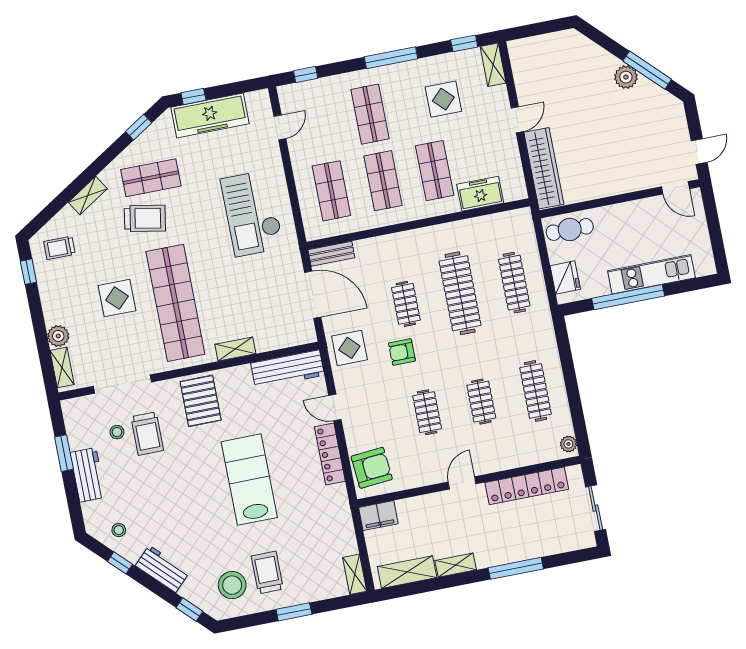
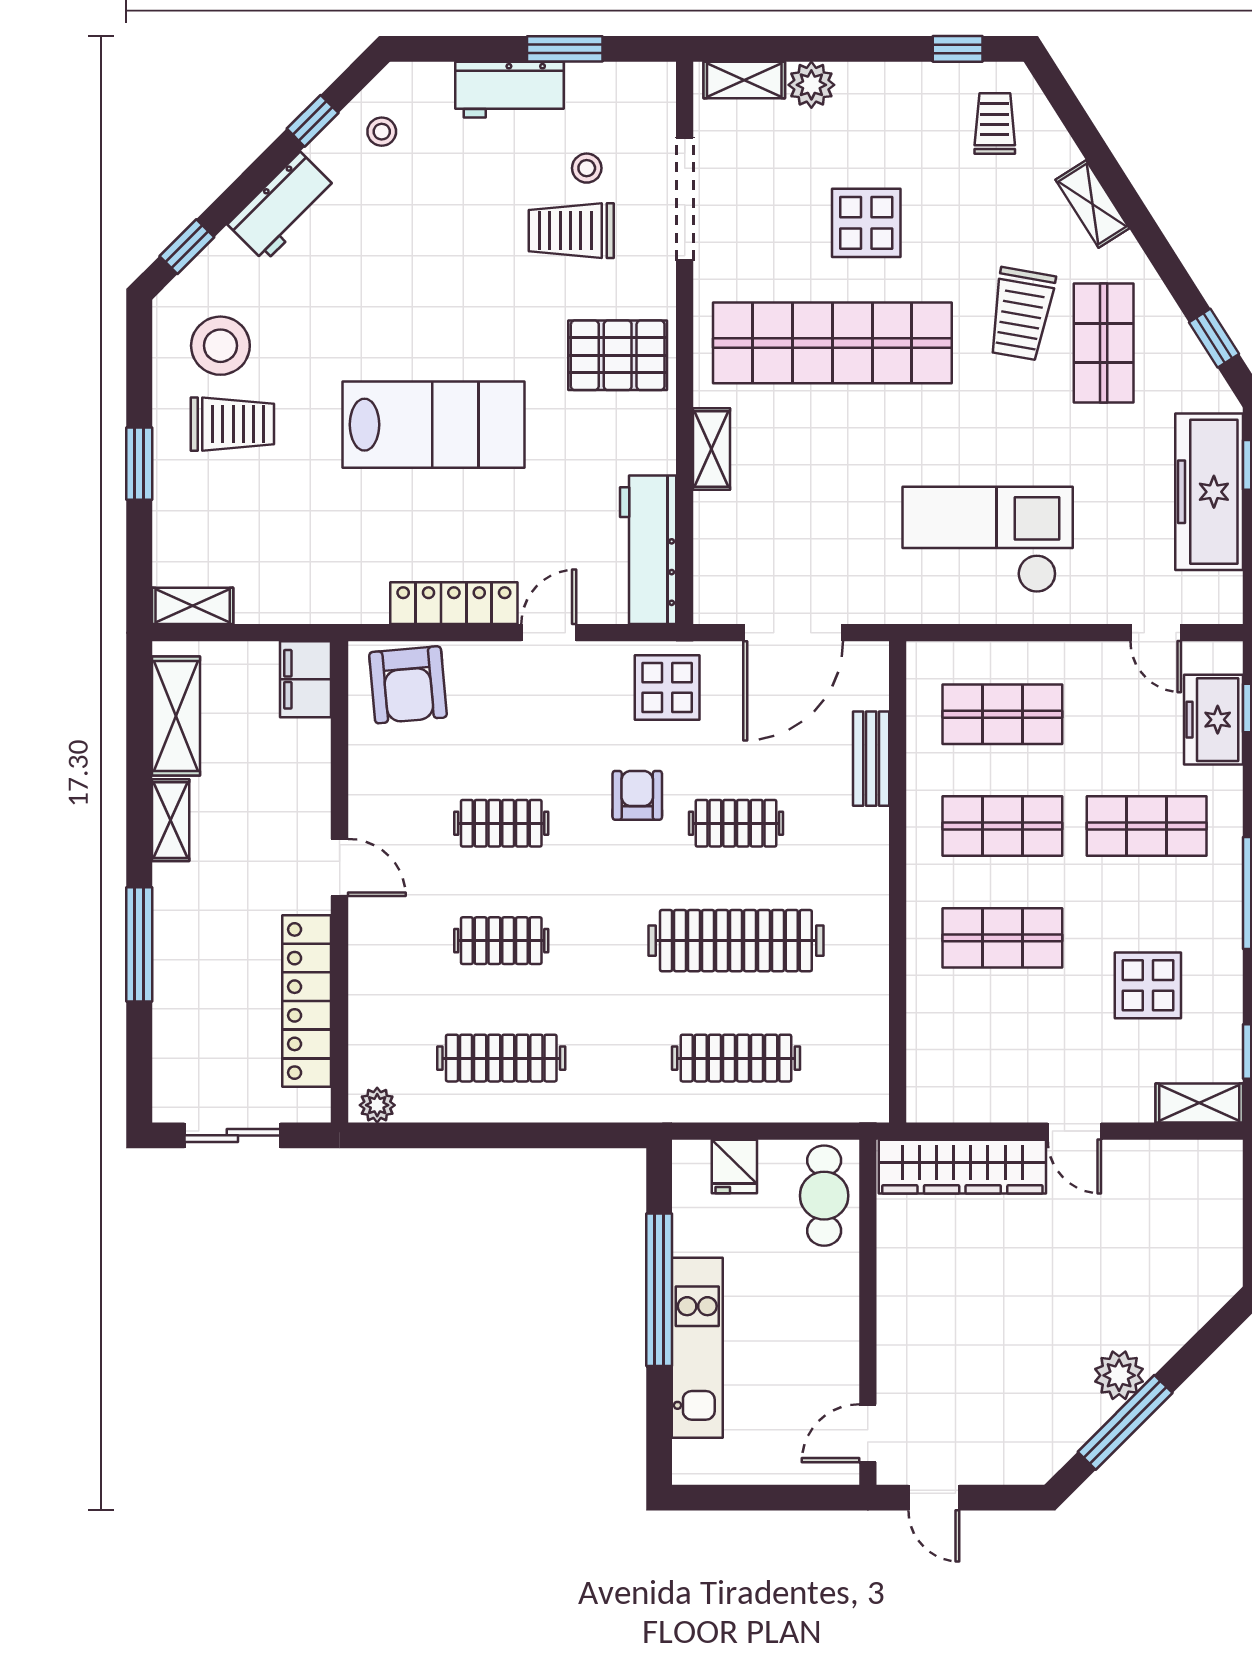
freezer: (480, 194) -> (1214, 720), moved, turned 180
bench: (331, 254) -> (871, 759), moved
fridge: (565, 278) -> (734, 1166), width x0.72

